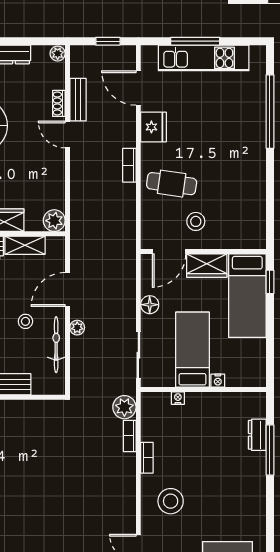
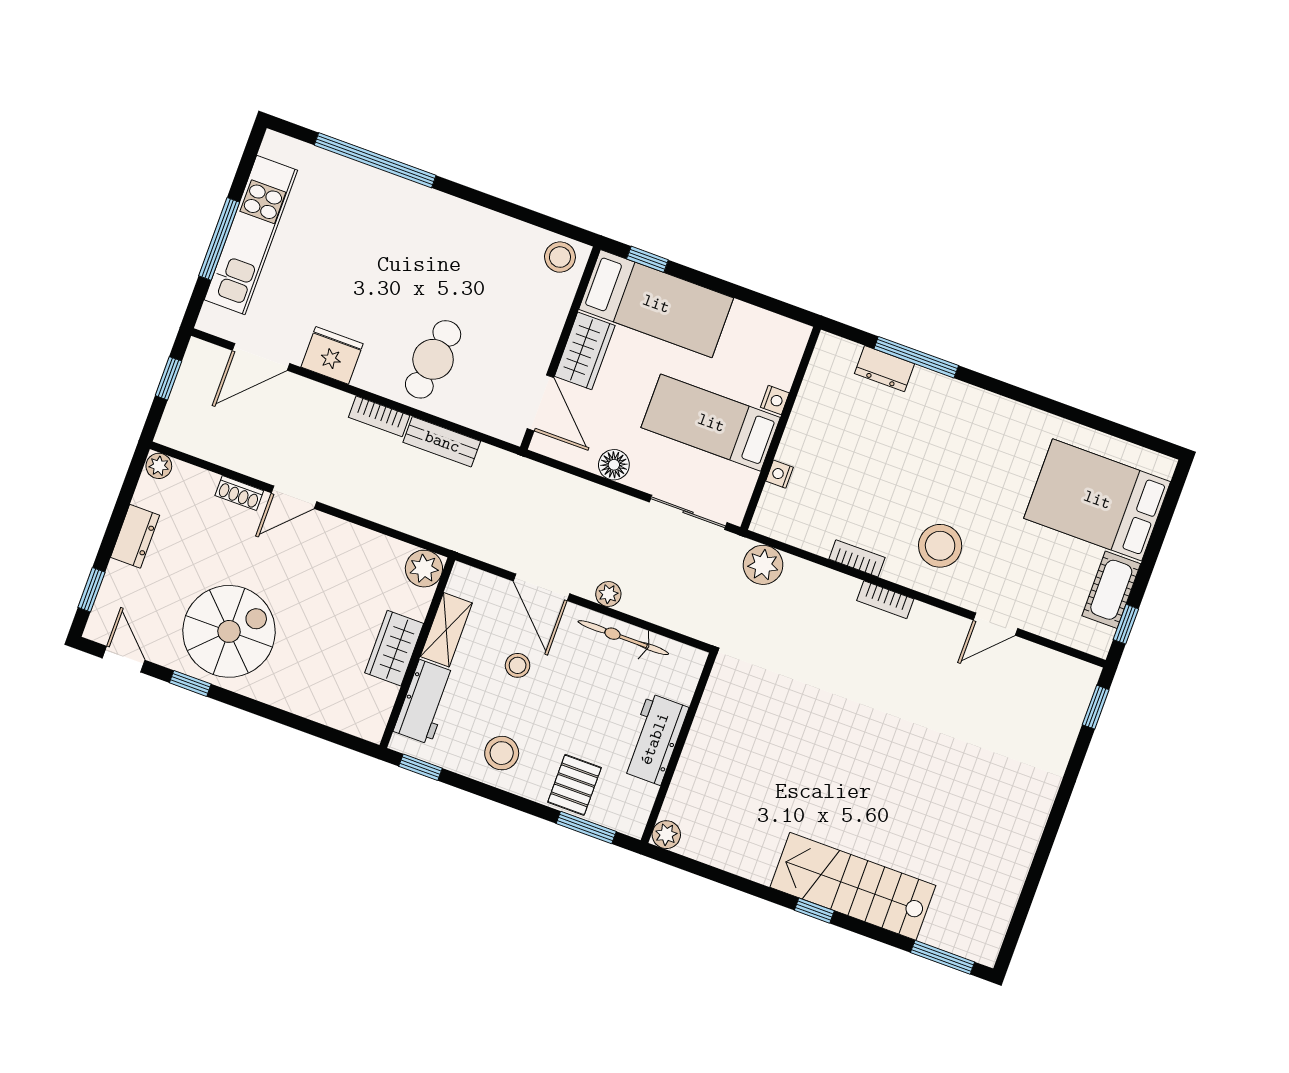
bench: (78, 100) -> (442, 442), moved
stool: (196, 221) -> (560, 257), moved
stool: (25, 321) -> (518, 665), moved
bookcase: (130, 436) -> (885, 600), moved

